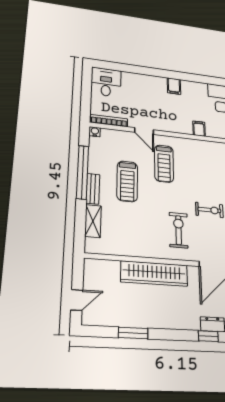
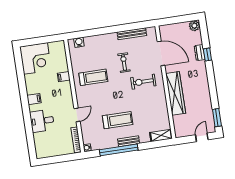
desk: (106, 82) -> (42, 121), moved
treadmill: (164, 164) -> (93, 77), moved
shelving: (93, 221) -> (161, 135), moved
door: (77, 300) -> (202, 137), hinge flipped
window: (133, 333) -> (217, 118), moved

